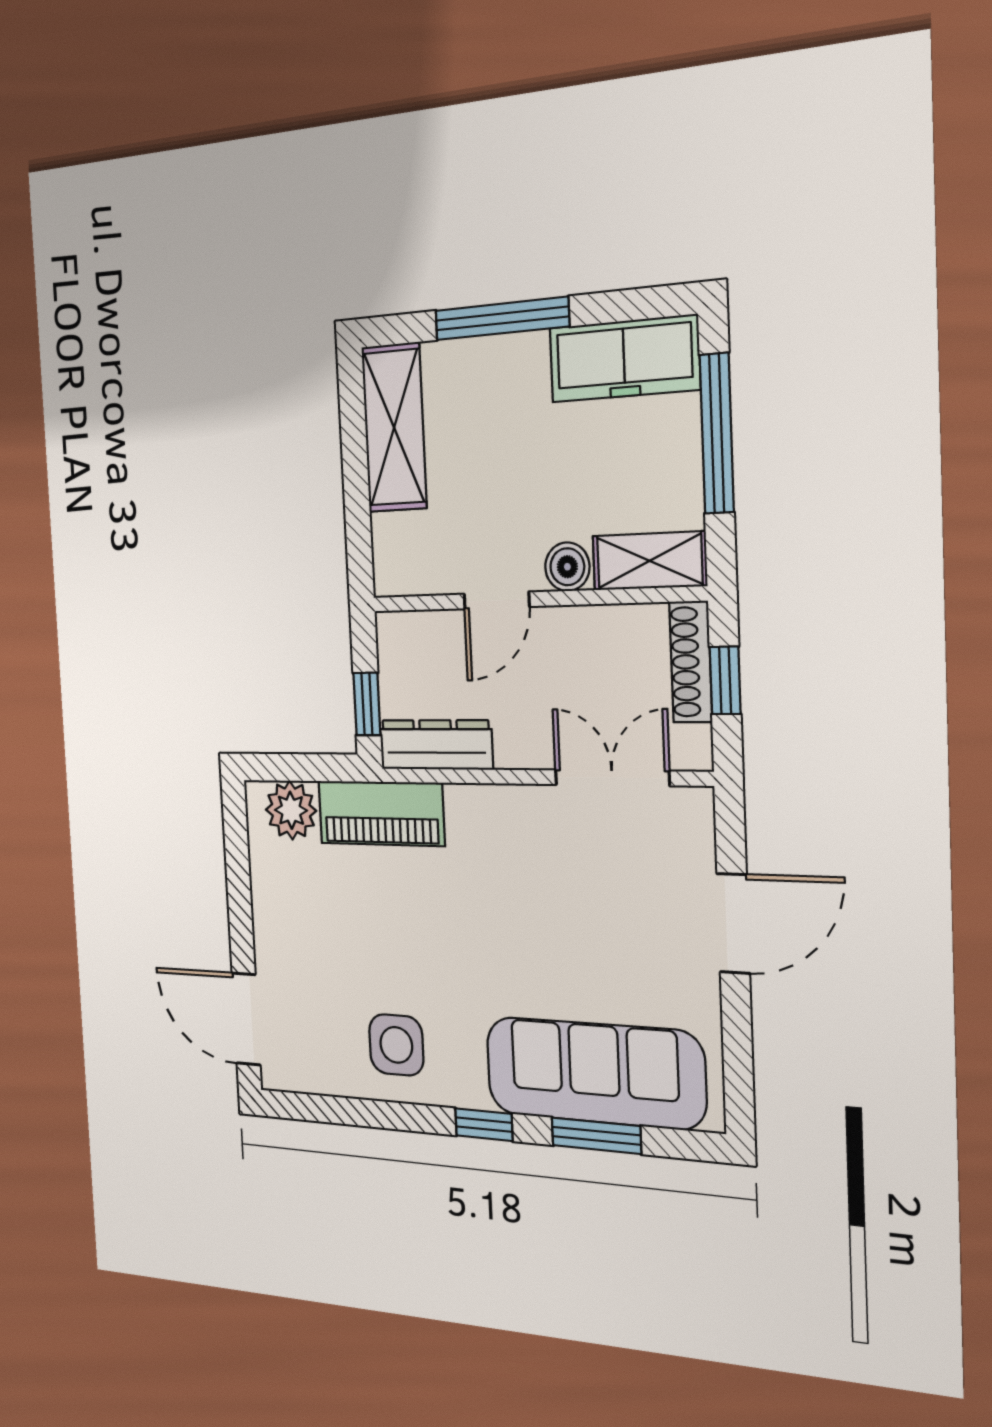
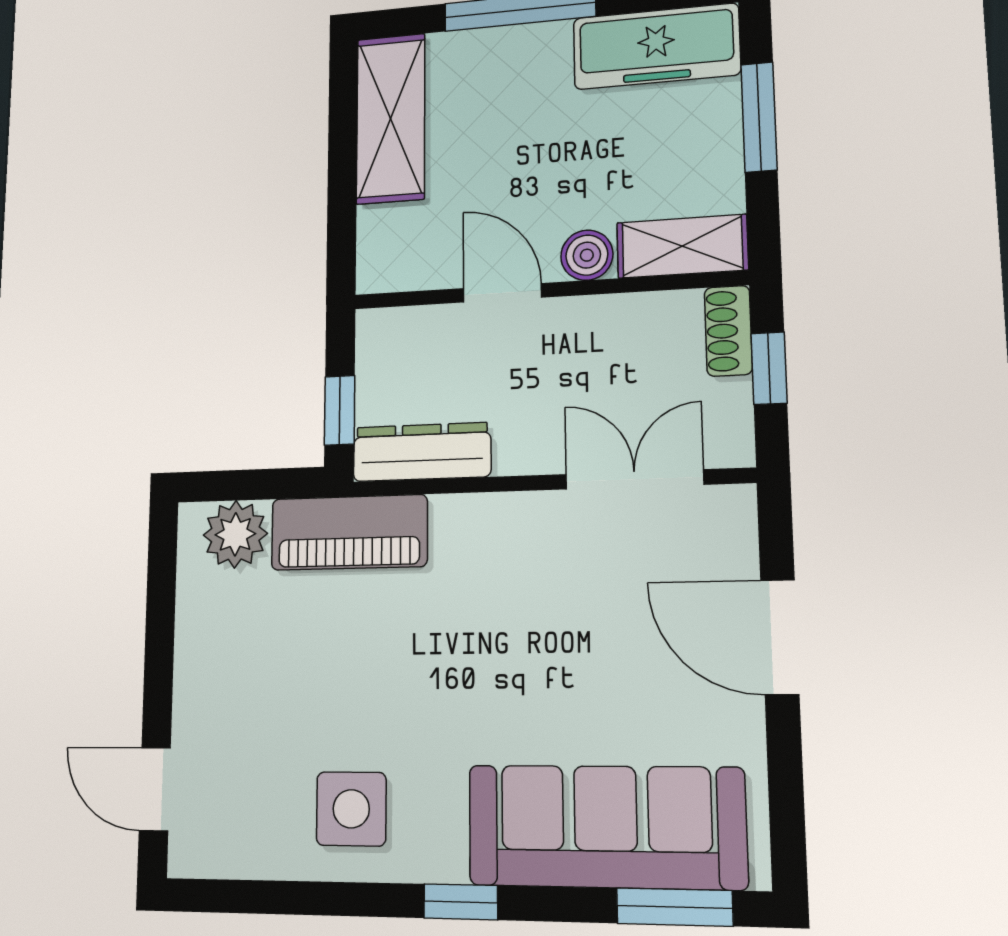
window: (717, 434) -> (759, 117), width x0.69
door: (497, 600) -> (502, 293), swing flipped
shoe rack: (691, 662) -> (728, 331), width x0.70
door: (733, 923) -> (780, 637), swing flipped
door: (246, 1019) -> (155, 789), width x0.73
window: (596, 1136) -> (675, 907), moved

